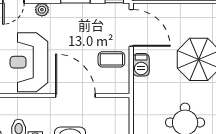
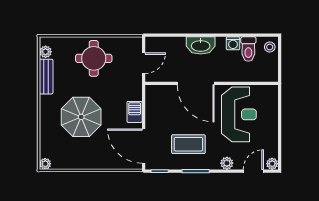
coffee table: (111, 59) -> (188, 144), moved, width x1.36, depth x1.30
door: (131, 117) -> (144, 63), added

